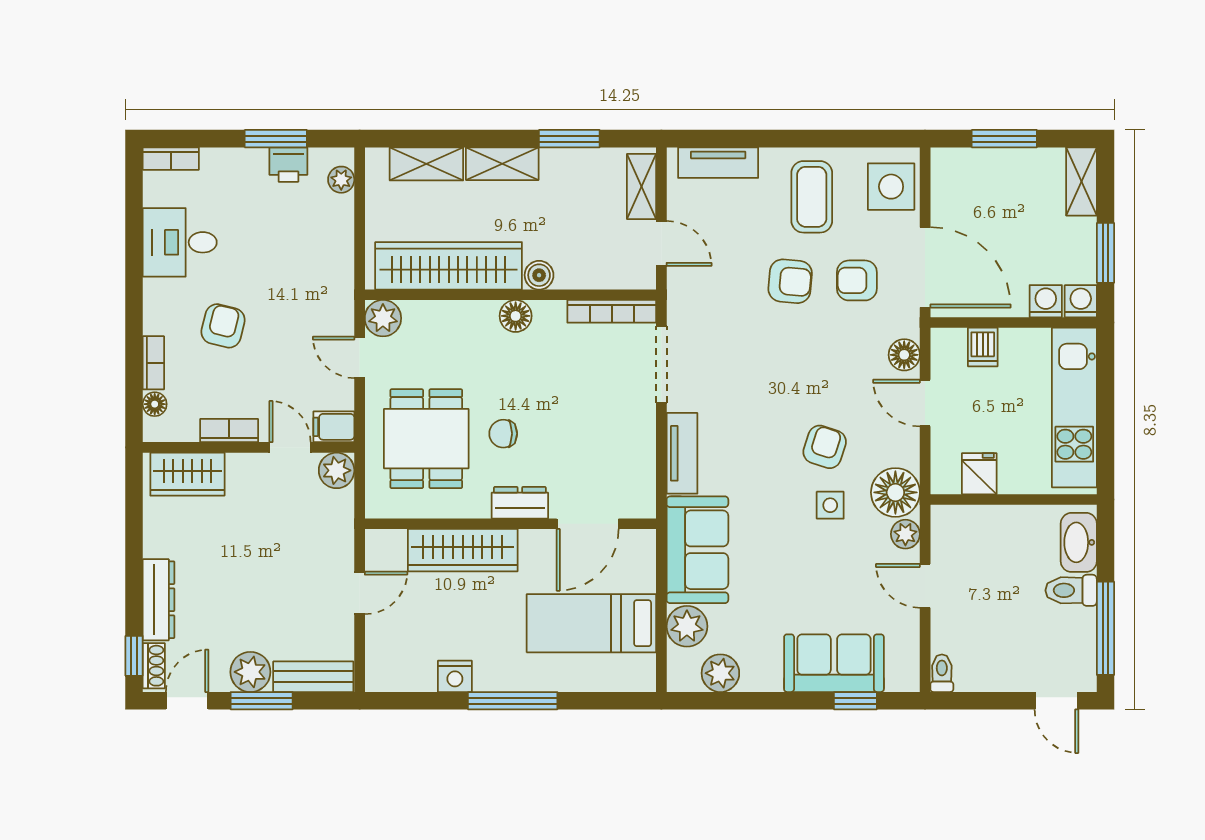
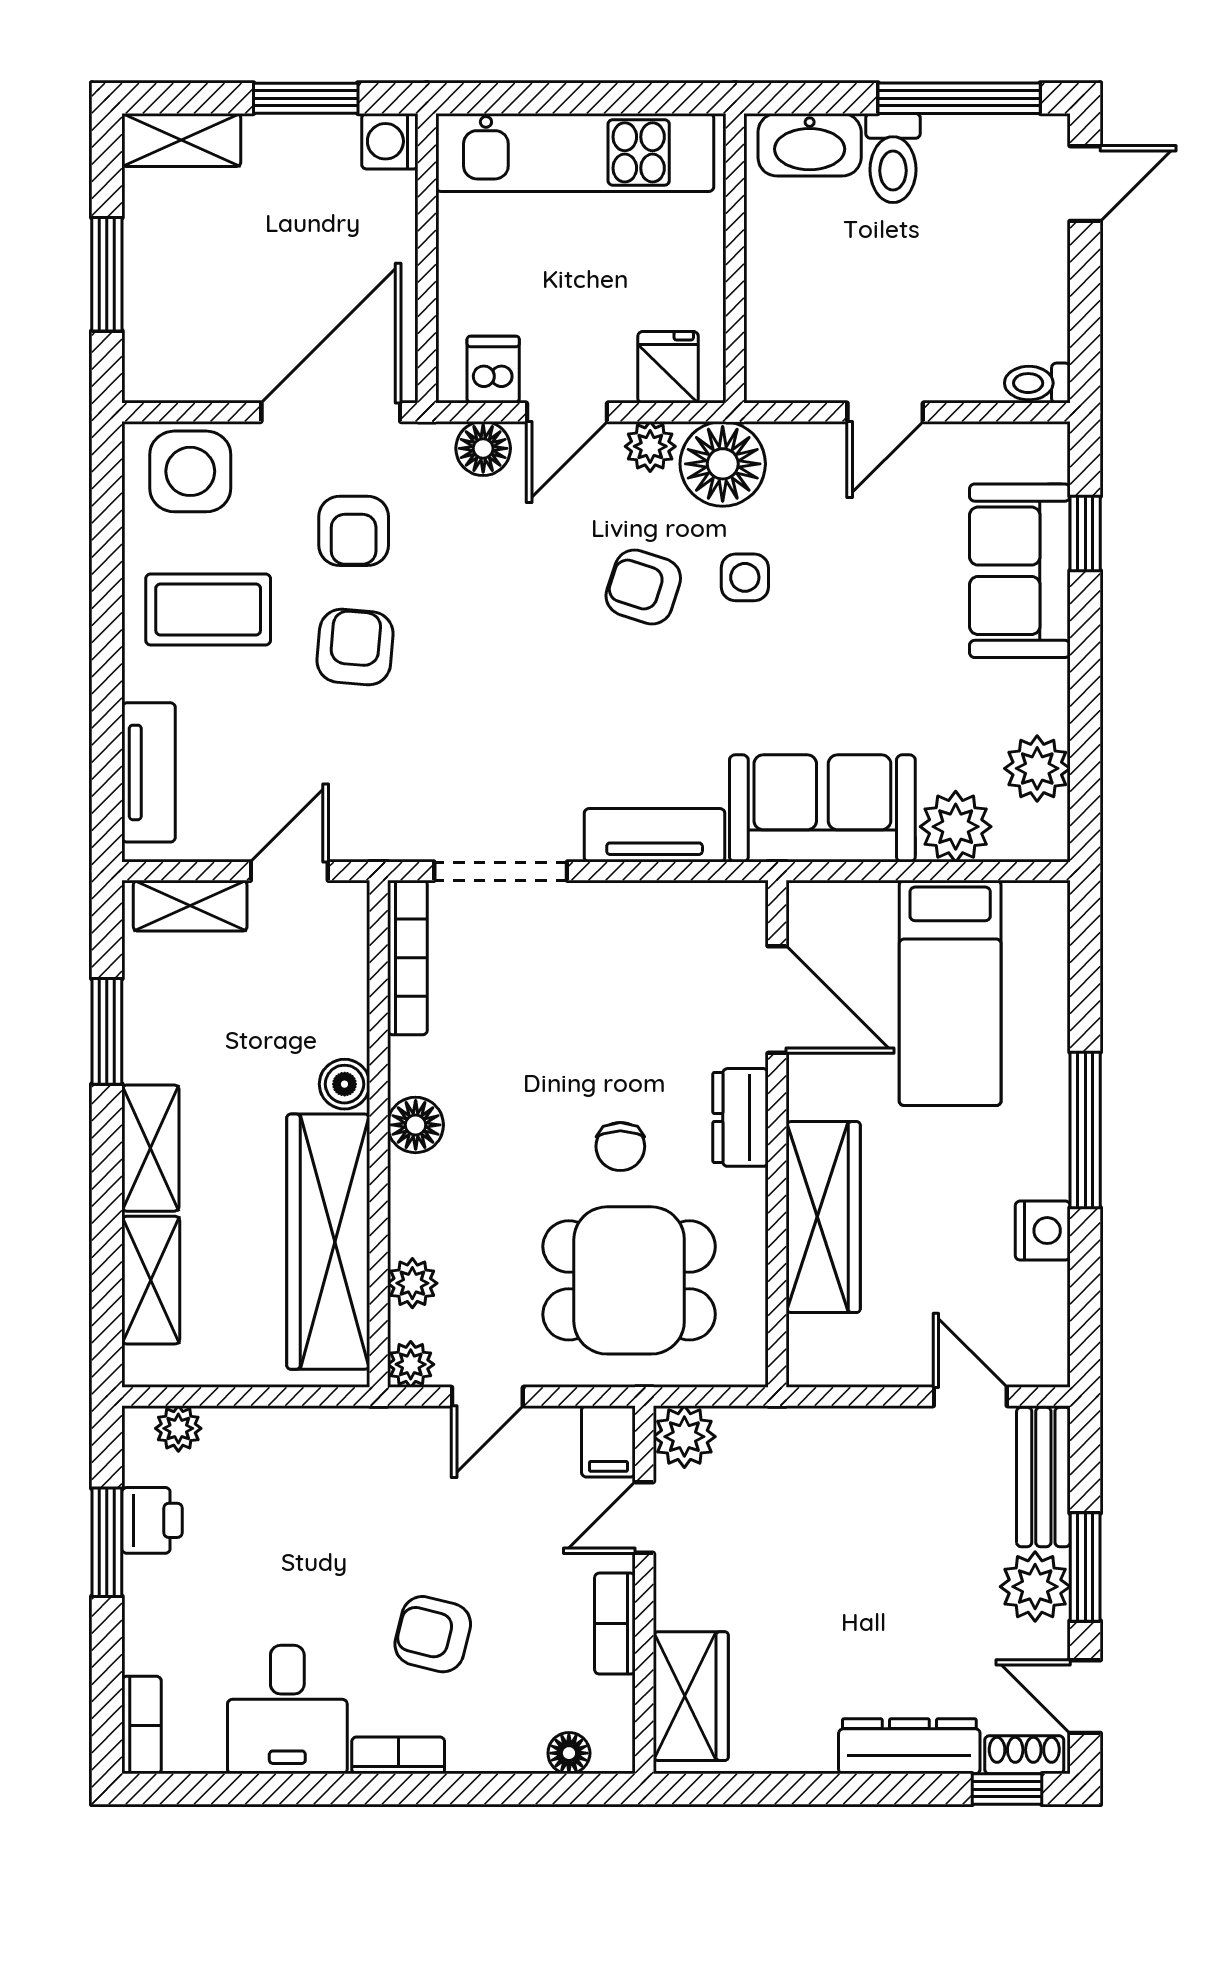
washing machine: (1046, 301) -> (390, 202), removed
plant: (425, 314) -> (412, 1283), added
plant: (383, 318) -> (411, 1364), width x0.73, depth x0.73
dishwasher: (983, 347) -> (493, 370), moved, turned -90
bookcase: (153, 363) -> (398, 1755), moved
fridge: (979, 474) -> (668, 367), moved, turned 90
plant: (905, 534) -> (650, 446), moved
door: (360, 593) -> (970, 1397), moved

